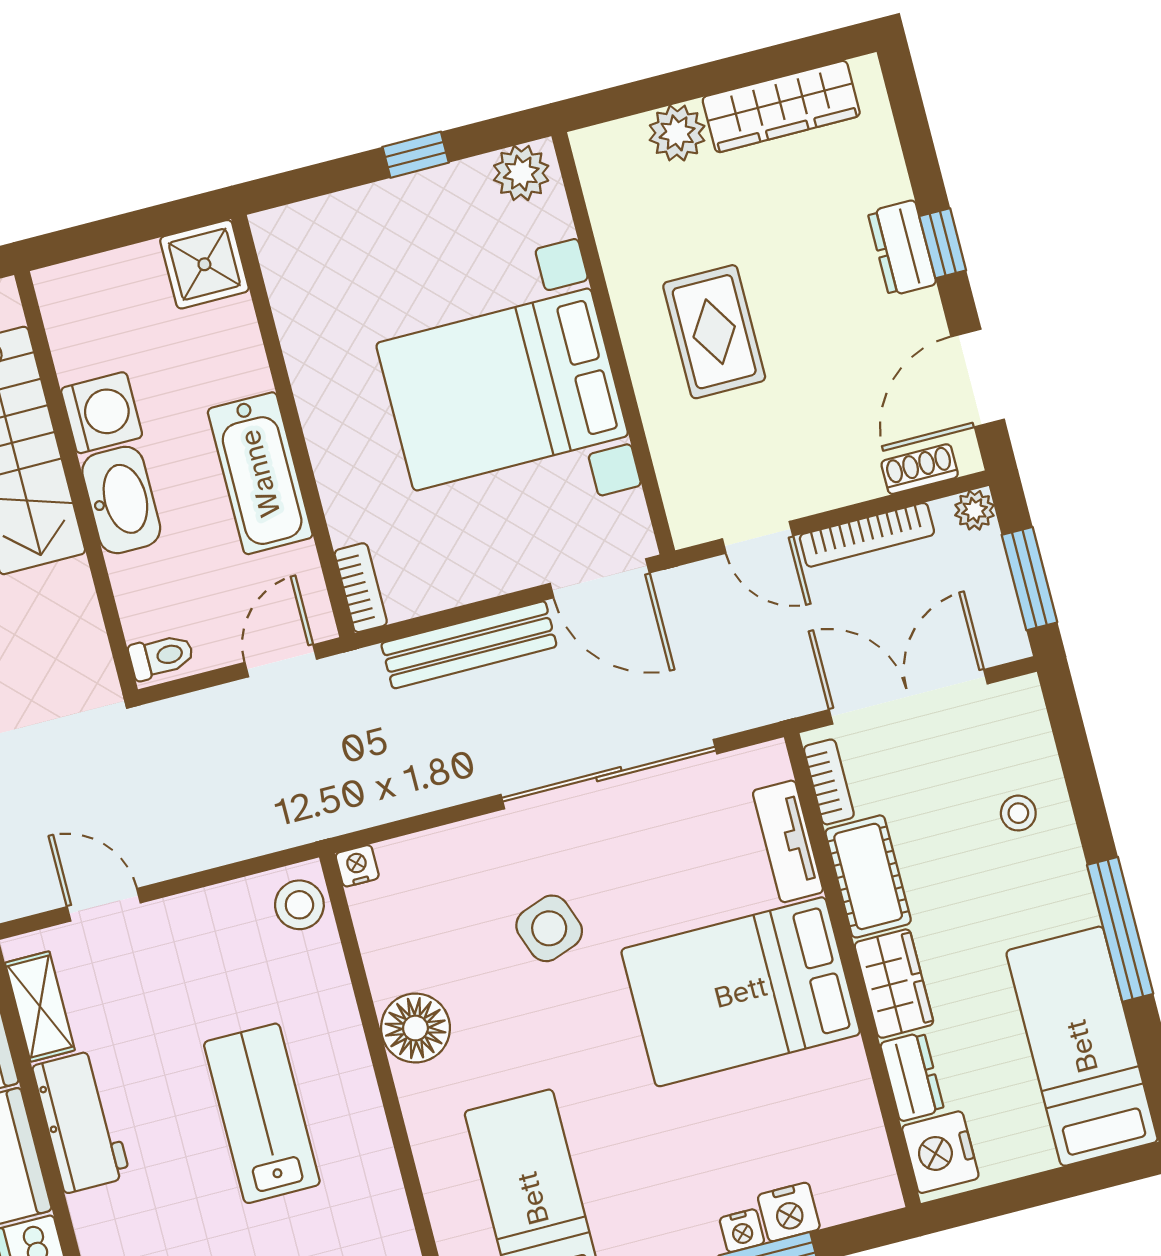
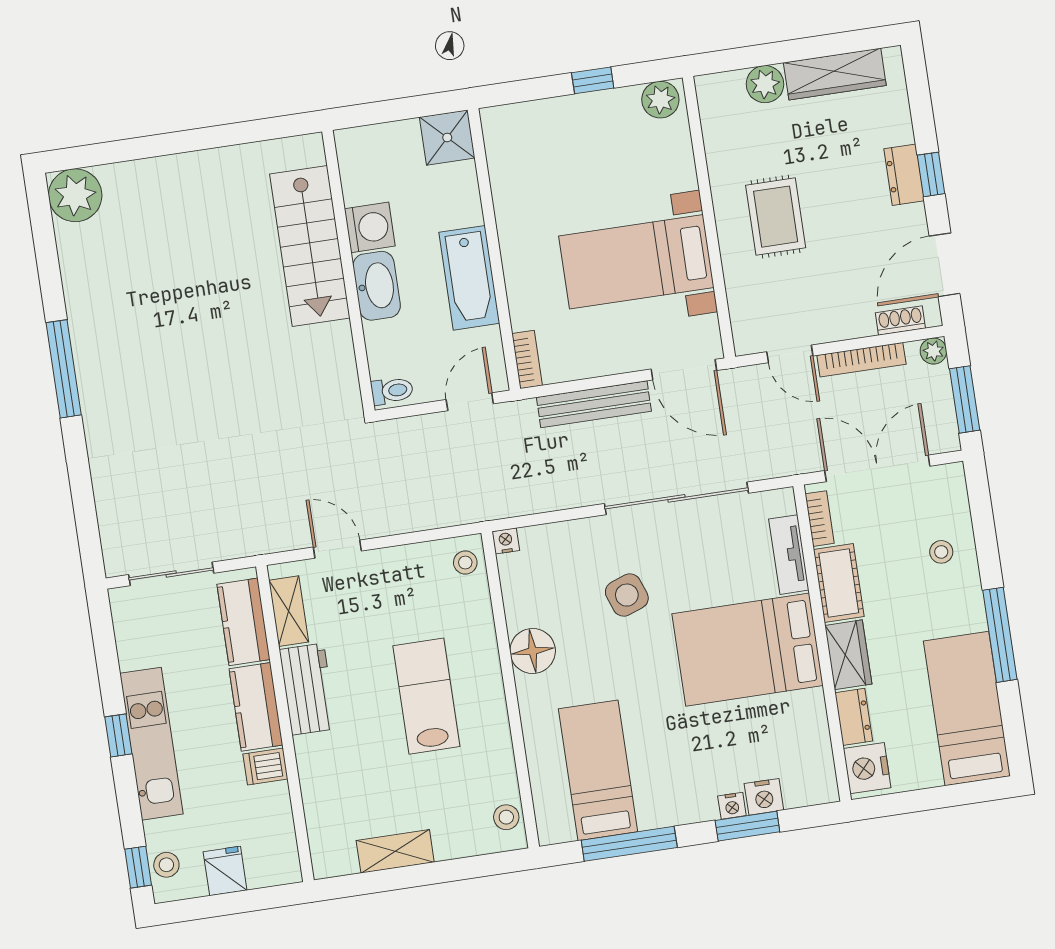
bed with nightstands: (502, 389) -> (636, 262), width x0.73
stool: (299, 905) -> (465, 563), width x0.73, depth x0.73

